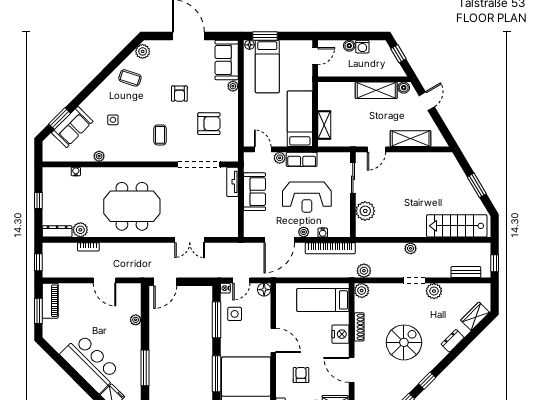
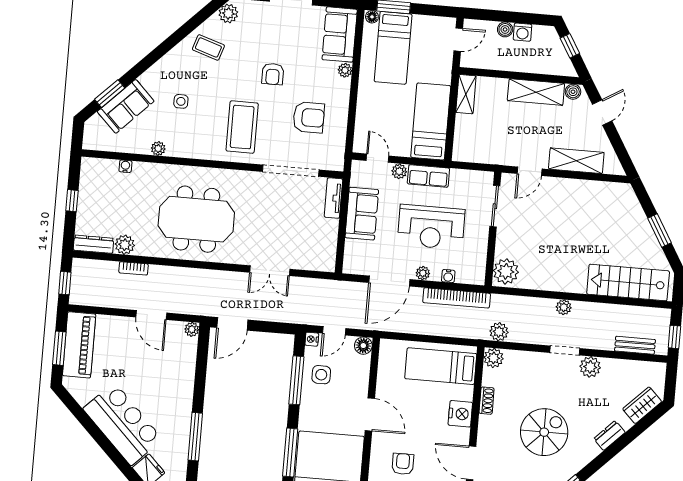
shelving: (324, 125) -> (466, 94), moved
coffee table: (160, 135) -> (242, 127), width x1.86, depth x1.72
plant: (365, 211) -> (506, 271), moved
piano: (50, 301) -> (79, 345), width x1.37, depth x1.33
plant: (136, 320) -> (192, 329), moved
shoe rack: (359, 327) -> (487, 401), width x0.70

